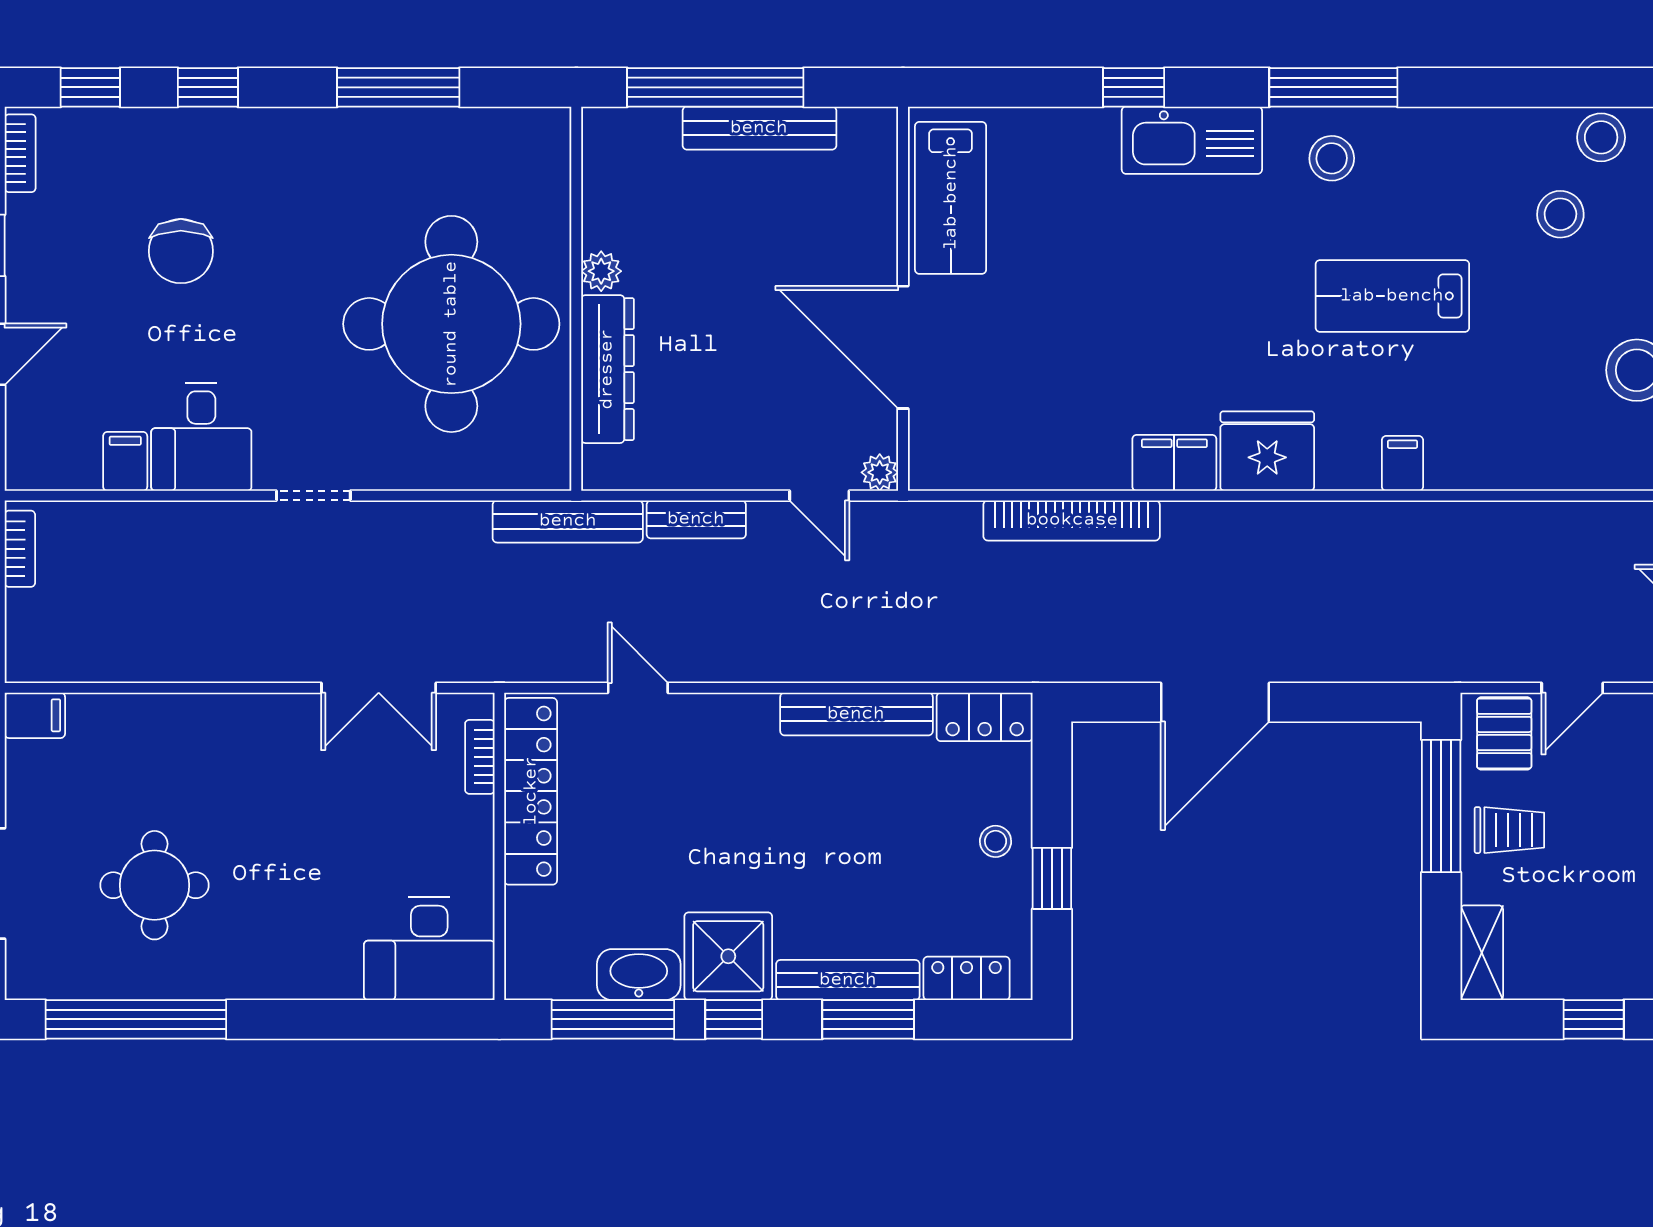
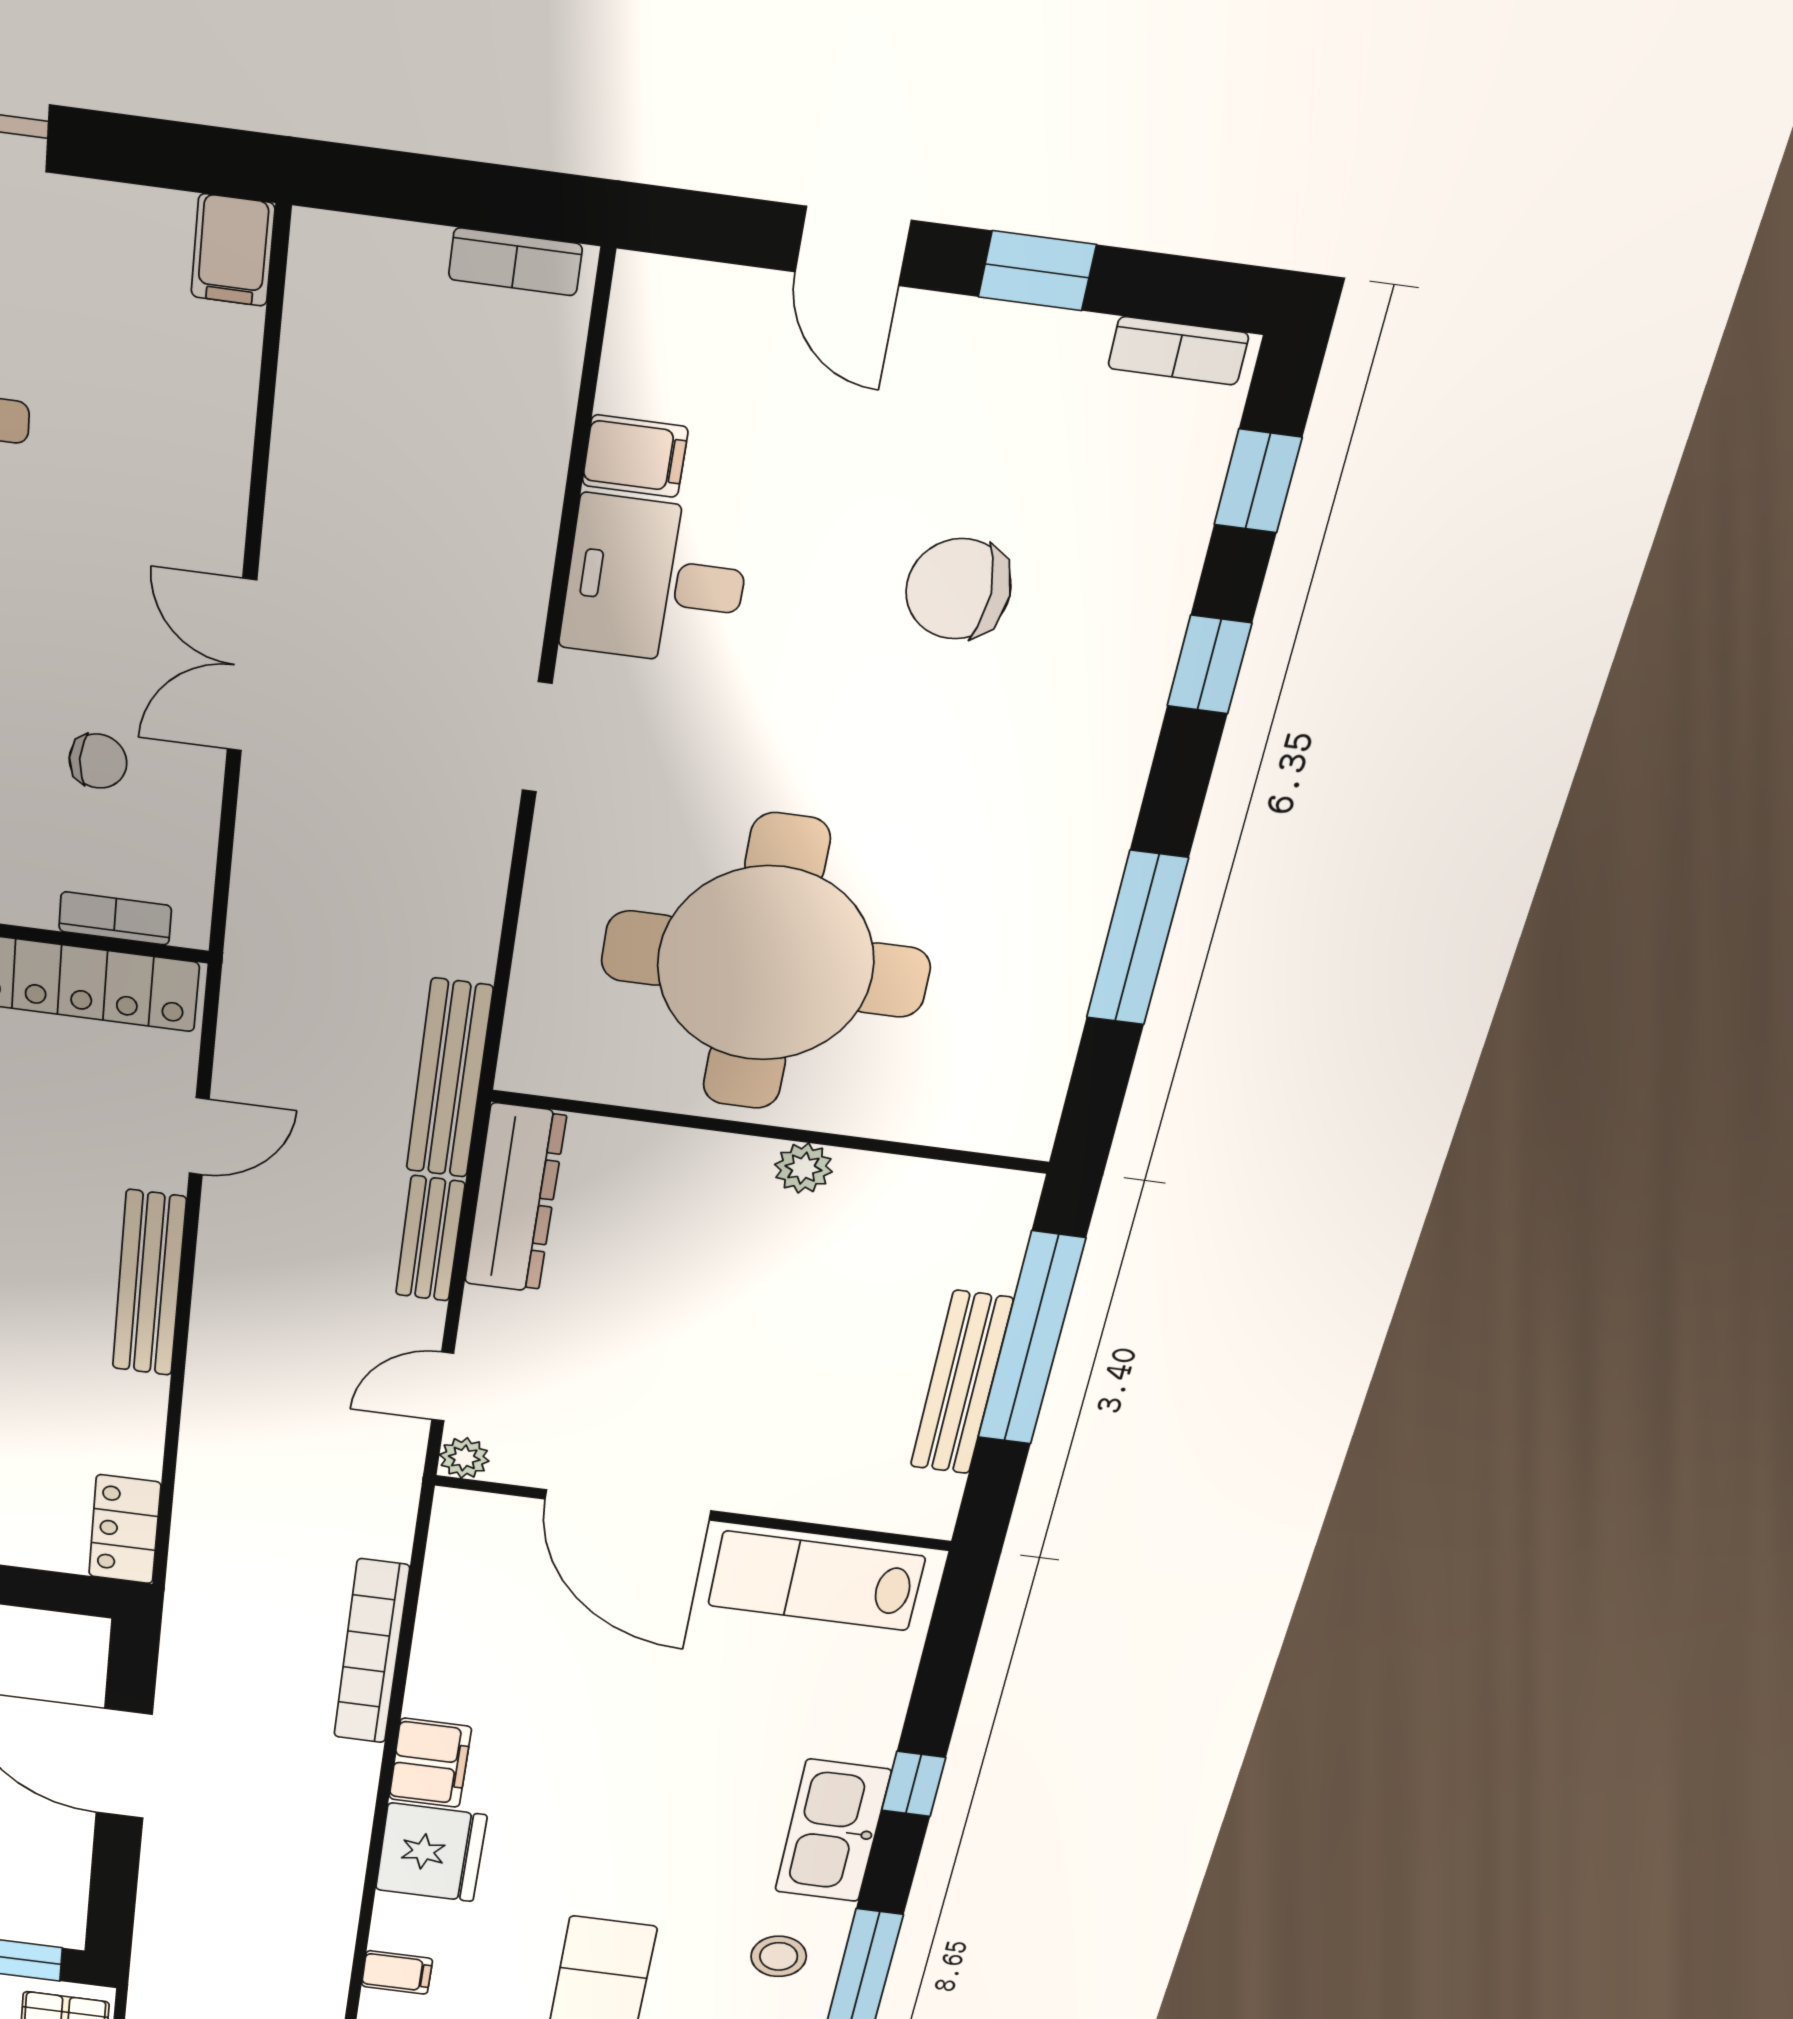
door: (903, 347) -> (628, 1505), swing flipped
dresser: (607, 369) -> (515, 1199), moved, turned -90
double door: (379, 688) -> (242, 666), moved
bench: (856, 714) -> (149, 1284), moved
chair: (369, 775) -> (98, 761), added

